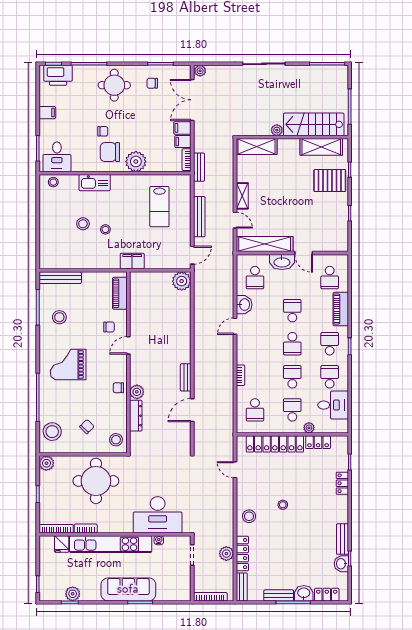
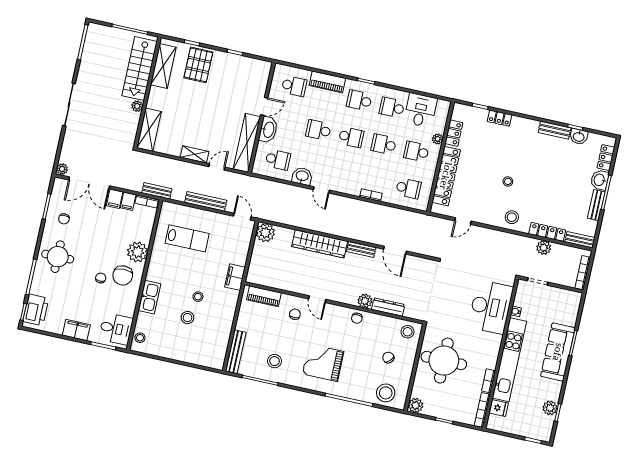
filing cabinet: (47, 113) -> (76, 330), width x2.00
wardrobe: (182, 336) -> (320, 244), added
grand piano: (68, 365) -> (323, 363), turned 90

